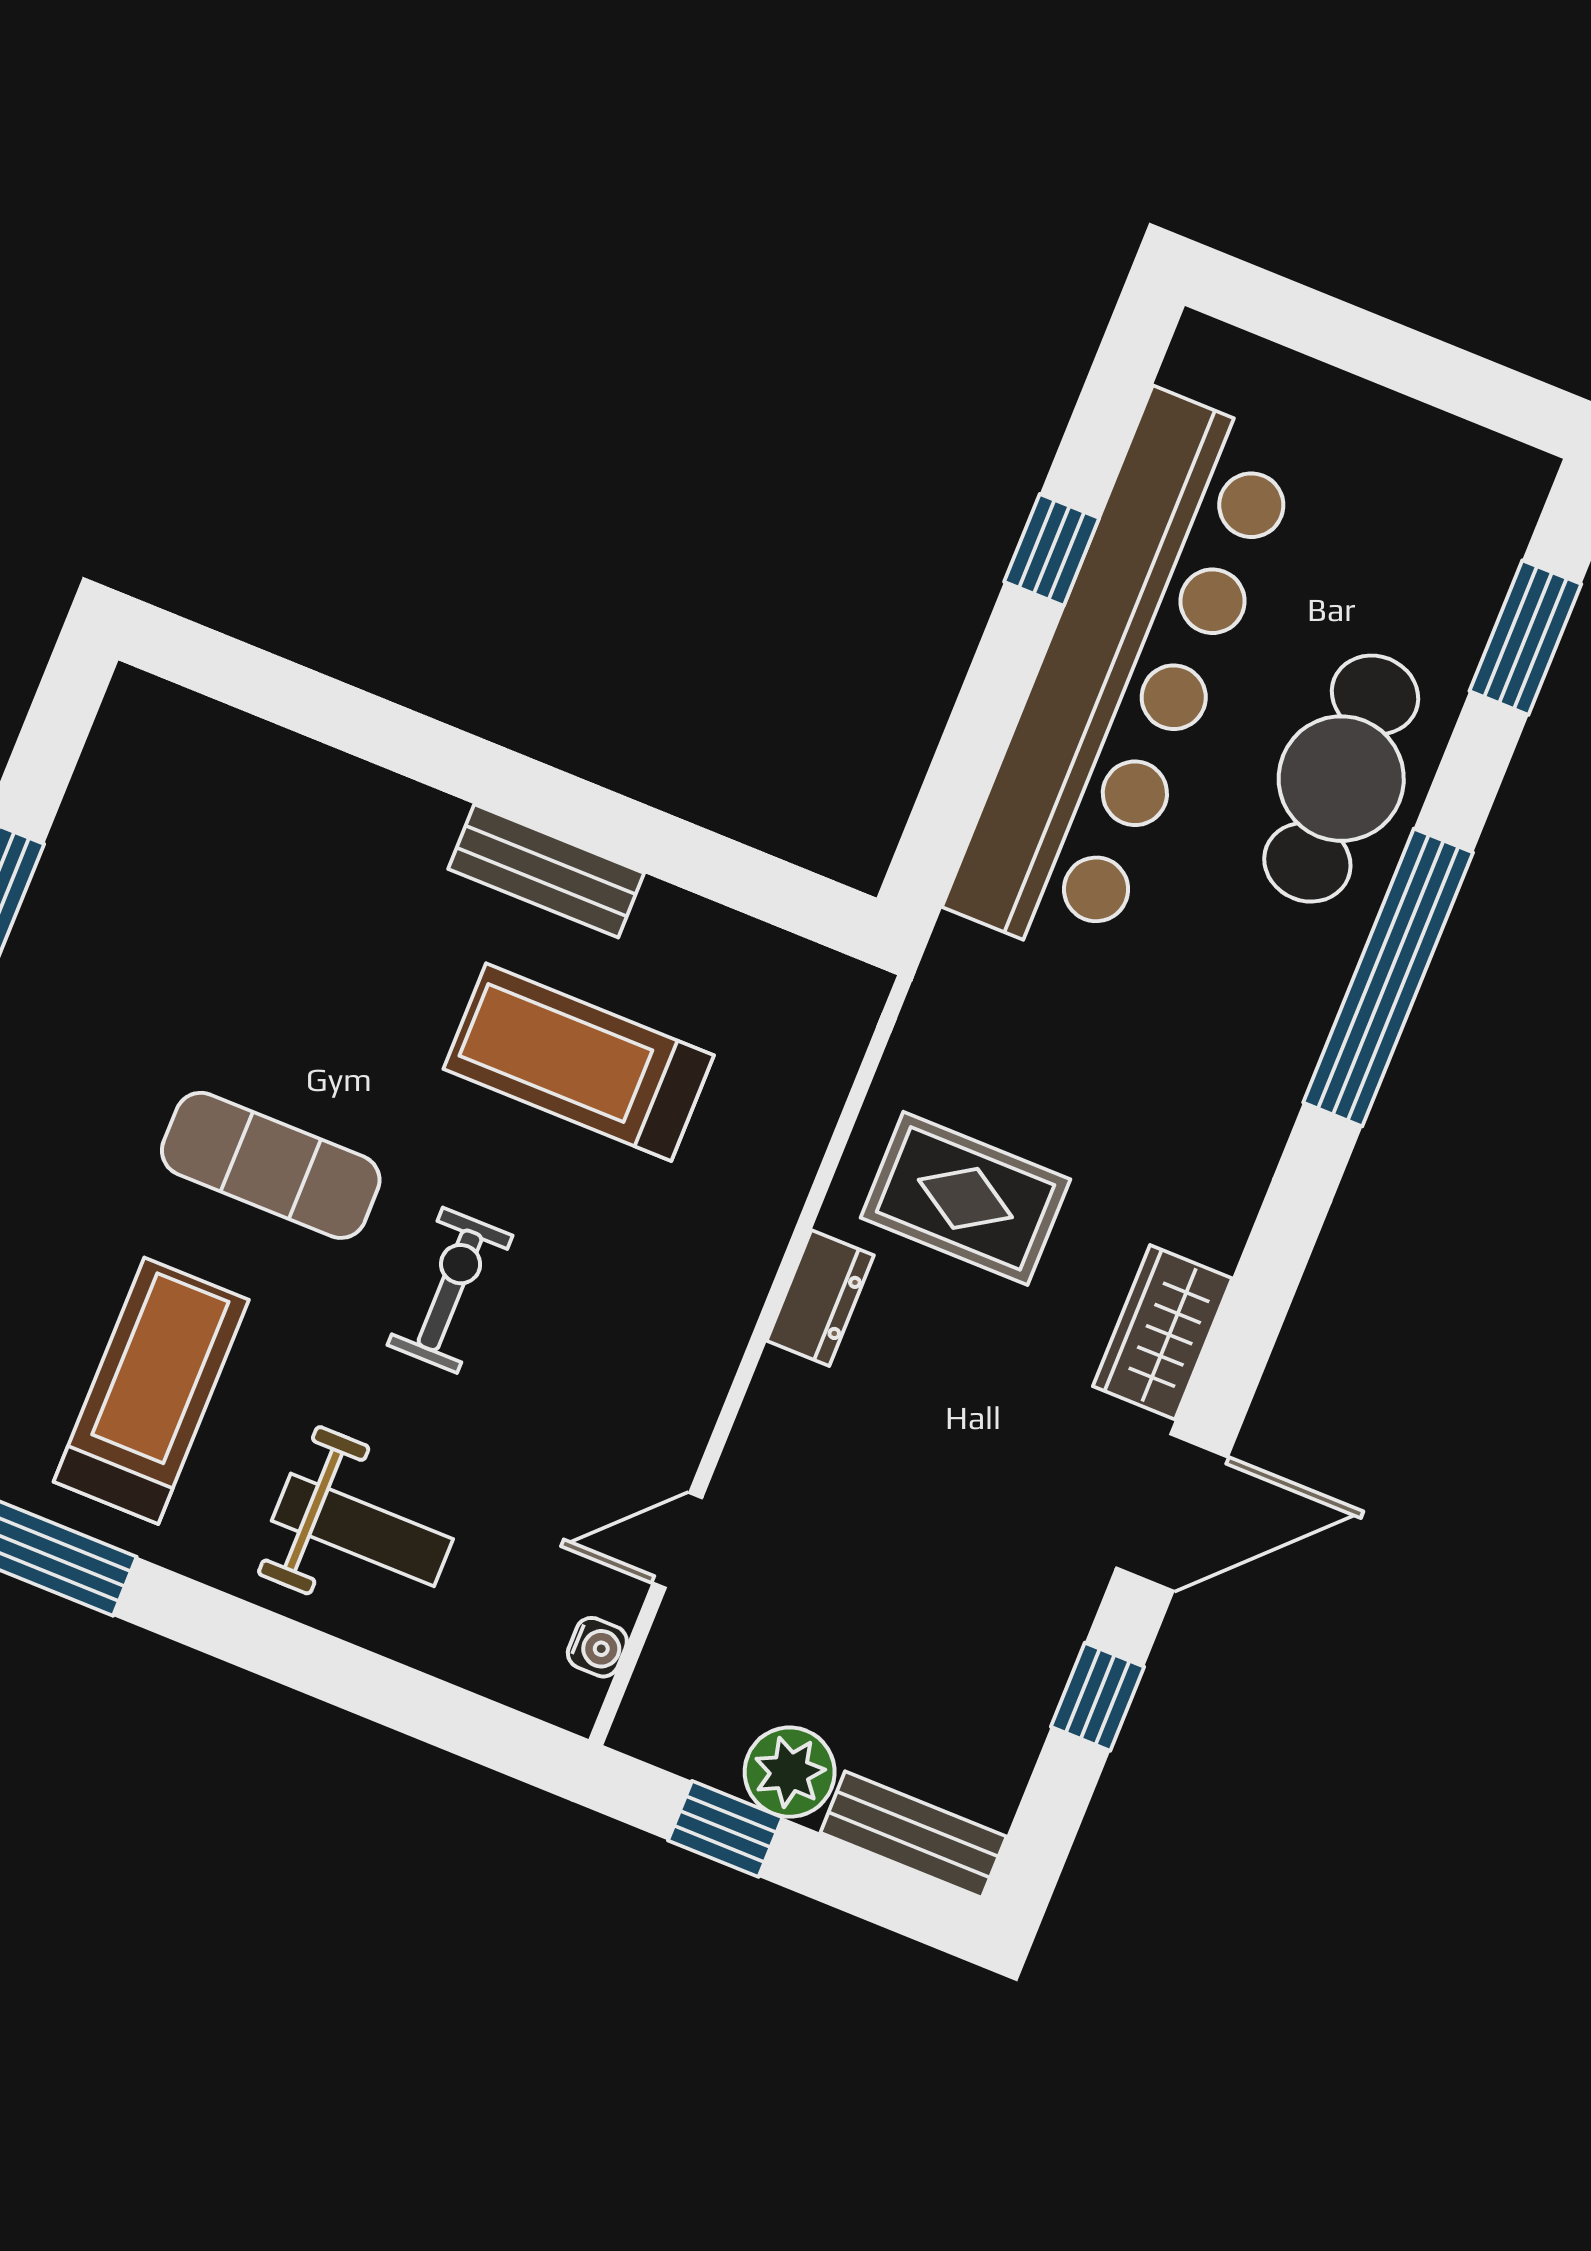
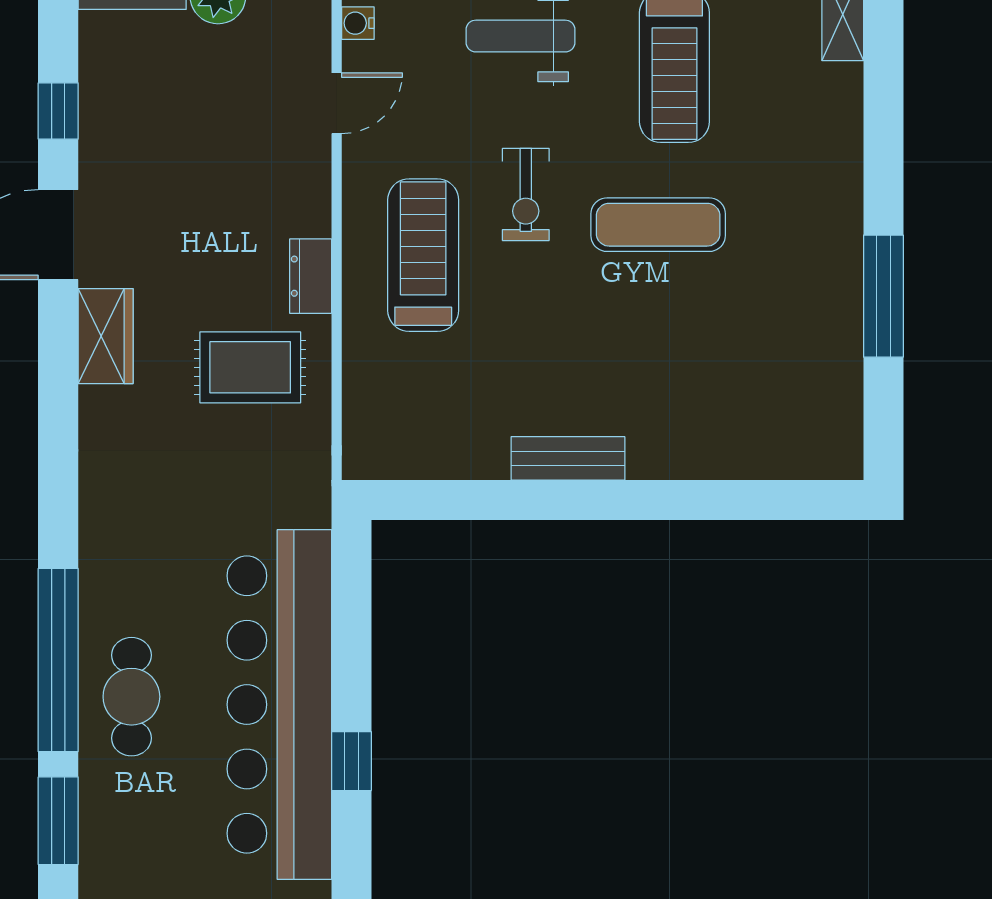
cafe table: (1341, 779) -> (131, 697), width x0.73, depth x0.74
window: (1388, 978) -> (58, 660), moved
treadmill: (579, 1062) -> (423, 255), moved, turned -90

